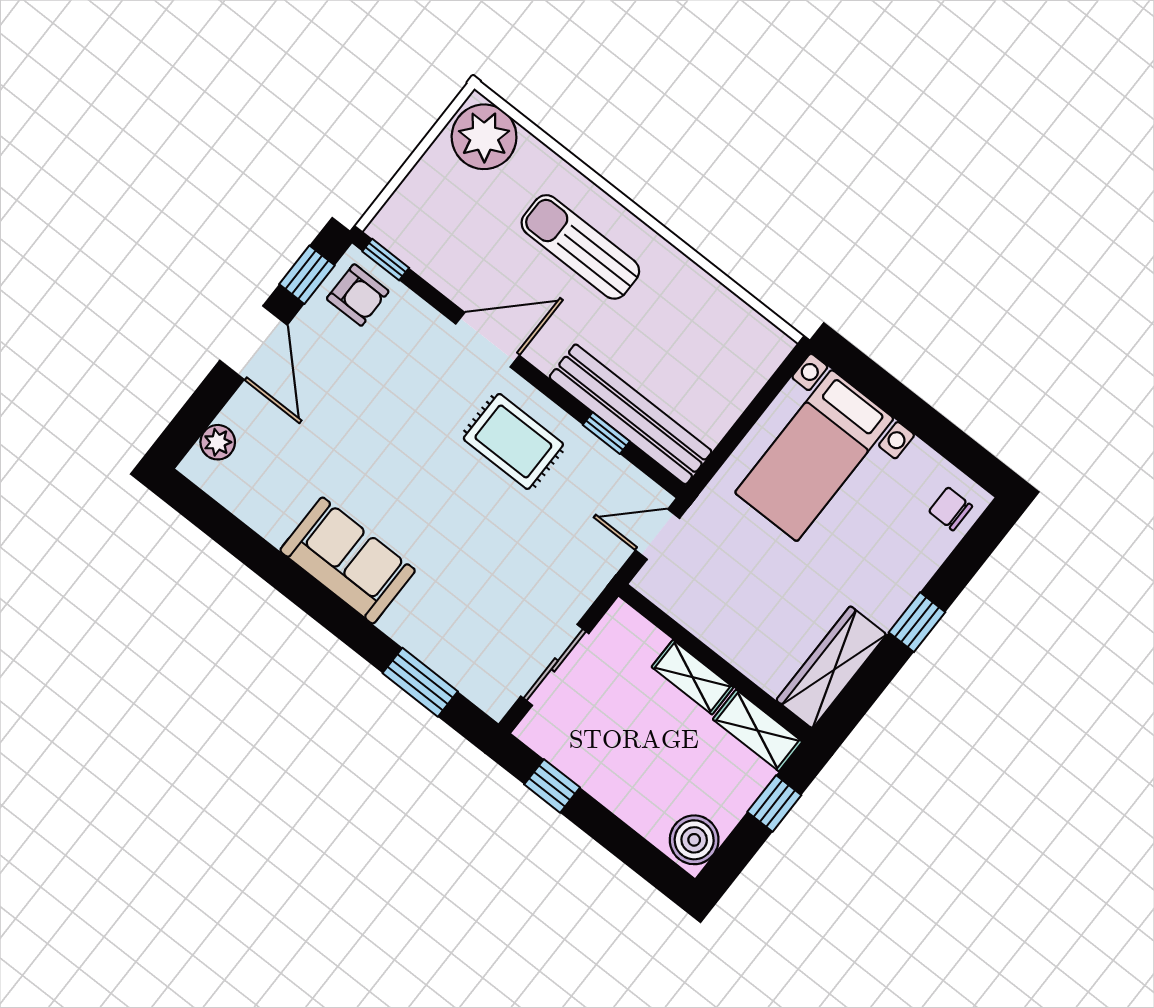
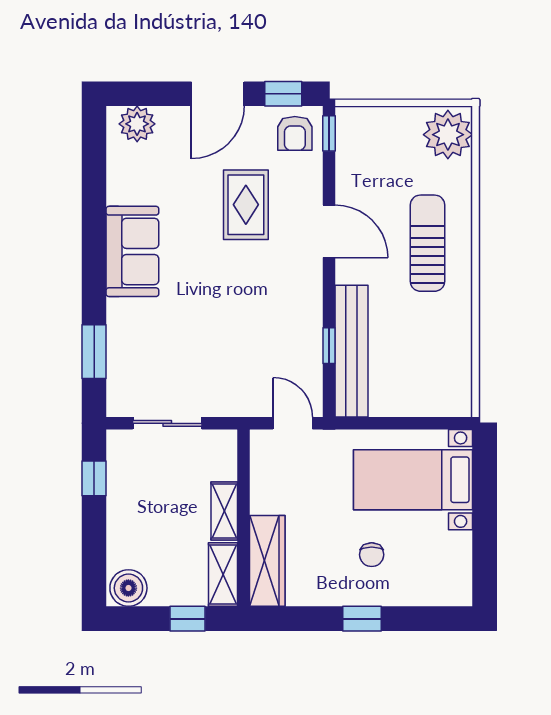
rug: (513, 441) -> (246, 205), moved
plant: (218, 442) -> (137, 124), width x1.38, depth x1.38
chair: (951, 509) -> (372, 555), moved, turned 180
wardrobe: (831, 667) -> (267, 561), moved, turned 90

